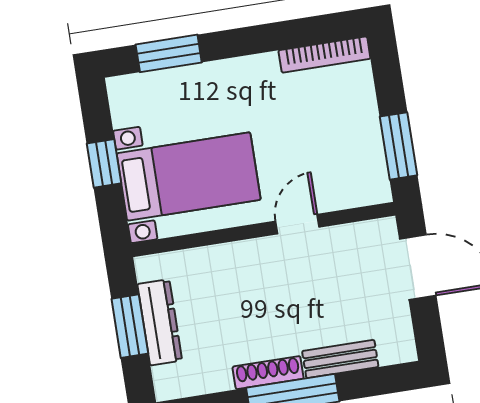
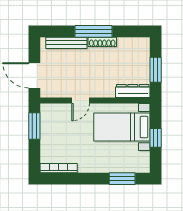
dresser: (160, 322) -> (133, 91), moved, turned 90
bench: (340, 359) -> (66, 43), width x1.36

